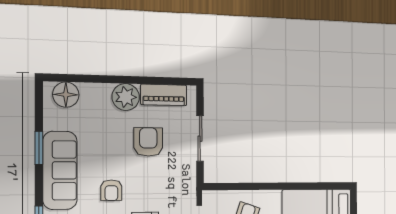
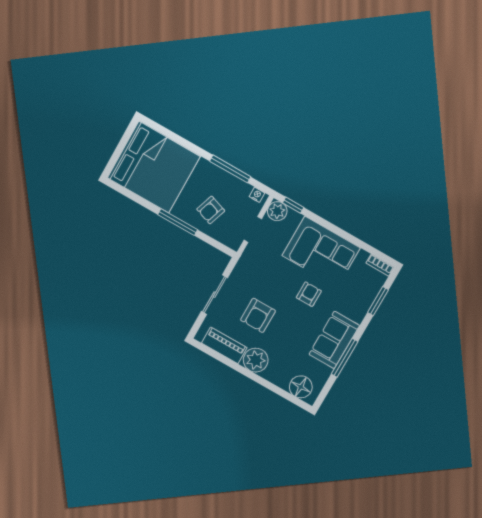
window: (39, 148) -> (345, 358), width x1.44
sofa: (60, 170) -> (334, 340), width x0.73
window: (270, 186) -> (178, 222), added

